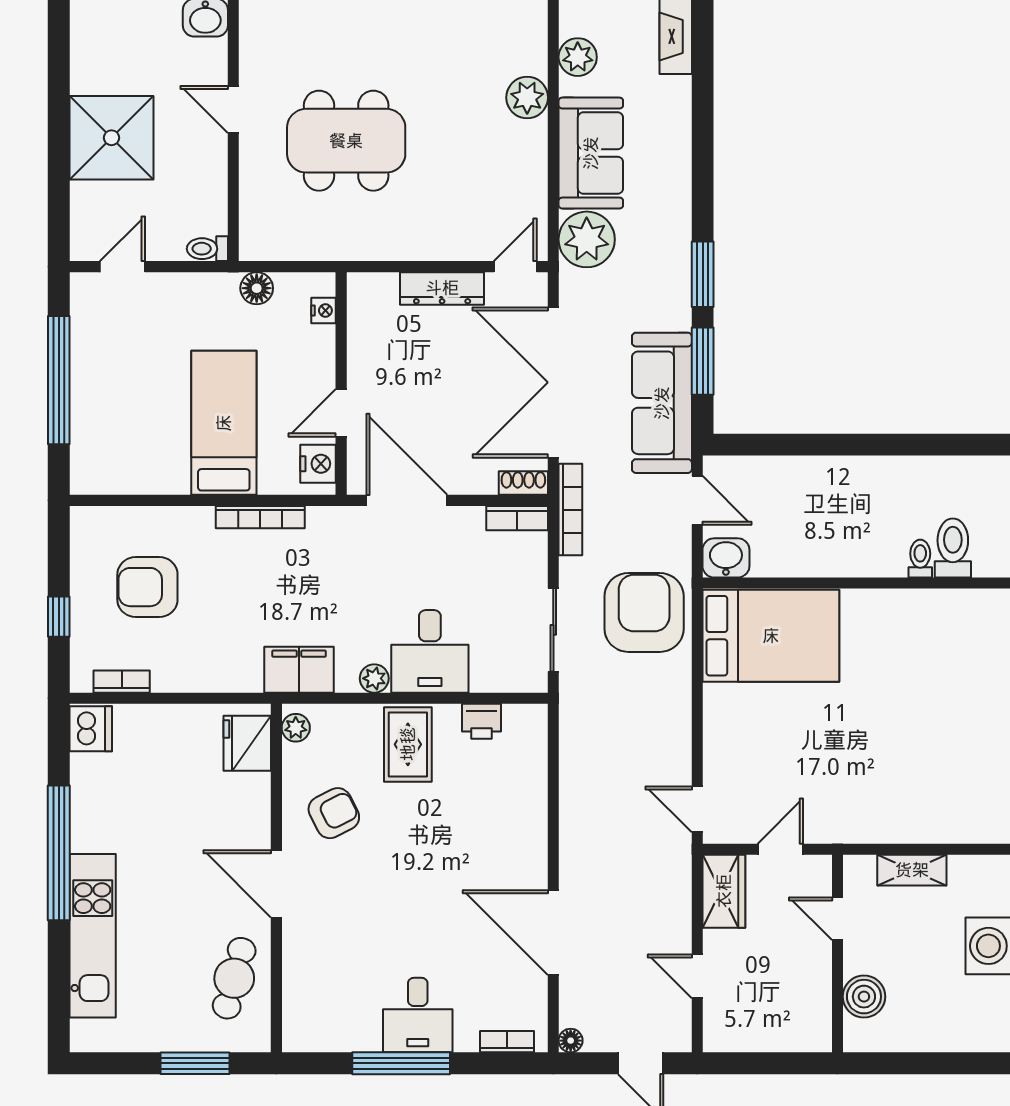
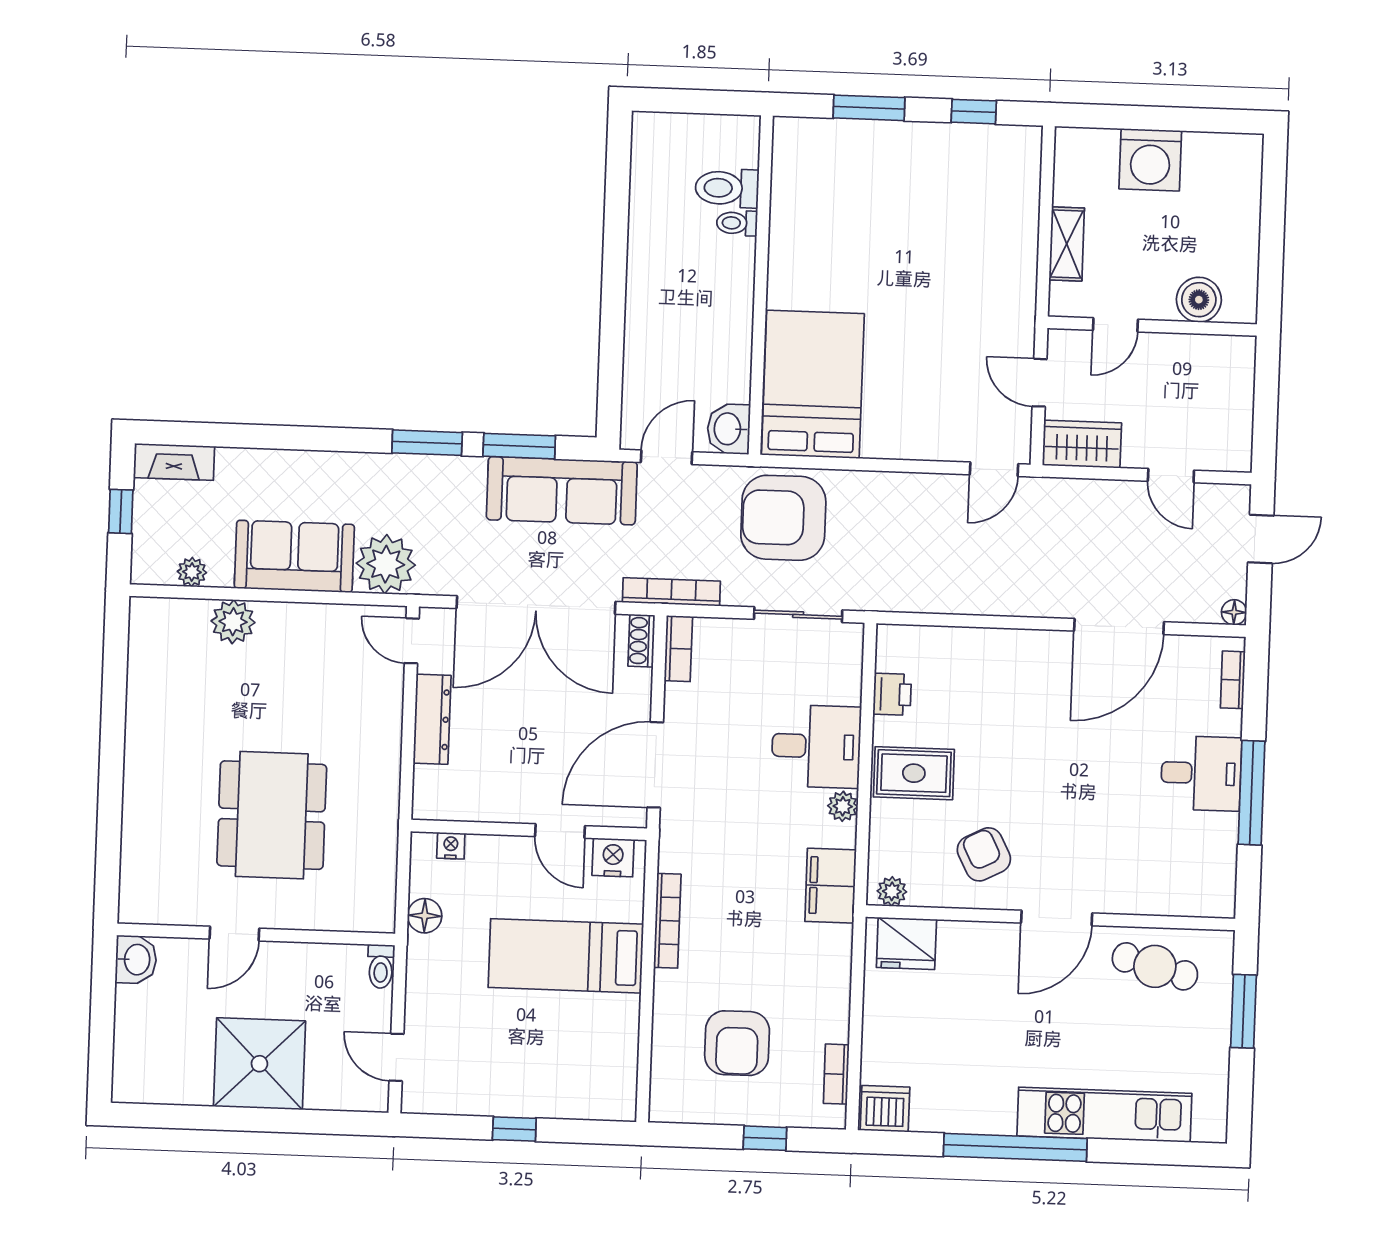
plant: (578, 57) -> (192, 572), width x0.73, depth x0.73
window: (59, 380) -> (514, 1129), width x0.32
door: (697, 976) -> (1171, 476), hinge flipped

